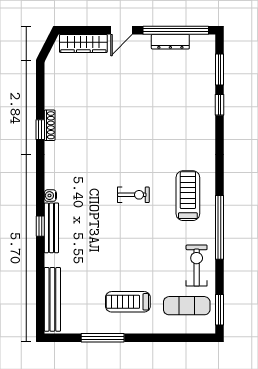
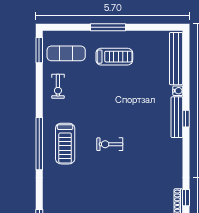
water cooler: (50, 196) -> (178, 91), moved
window: (220, 227) -> (39, 144), moved
exercise bike: (197, 266) -> (58, 86), width x0.73, depth x0.72
window: (103, 338) -> (108, 27), moved

